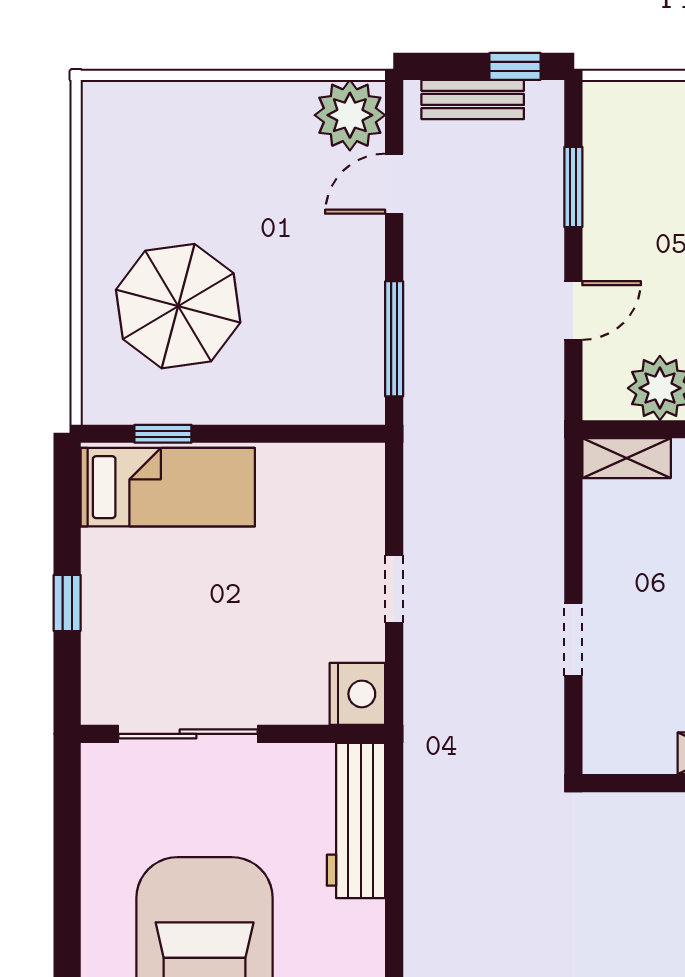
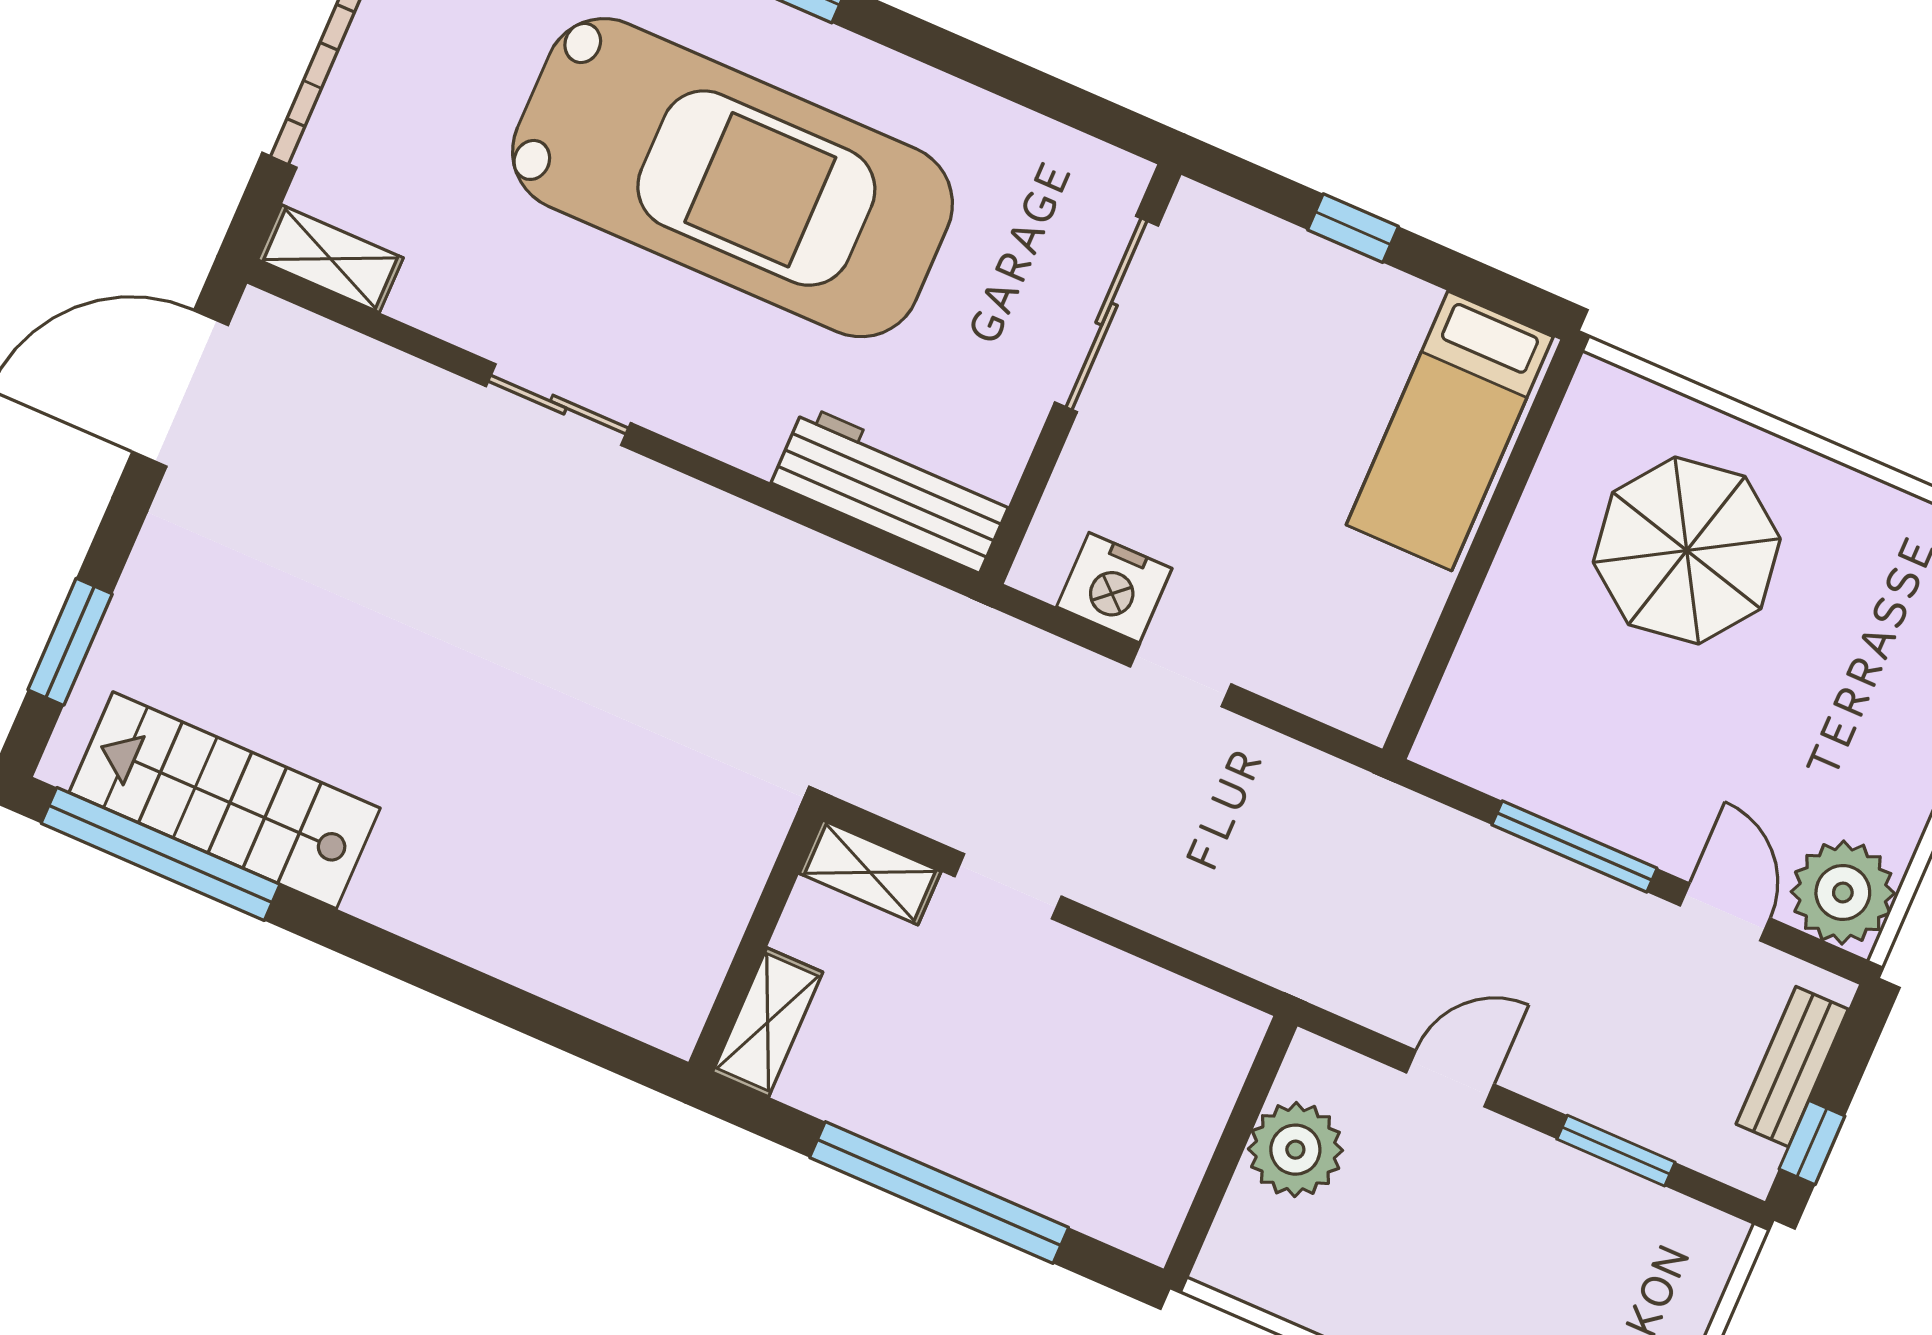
door: (573, 310) -> (1450, 1079), swing flipped
window: (394, 339) -> (1574, 847), moved
window: (163, 434) -> (1524, 455), removed
shelving: (627, 458) -> (870, 872), moved, turned 90
nightstand: (357, 694) -> (1114, 588), moved

